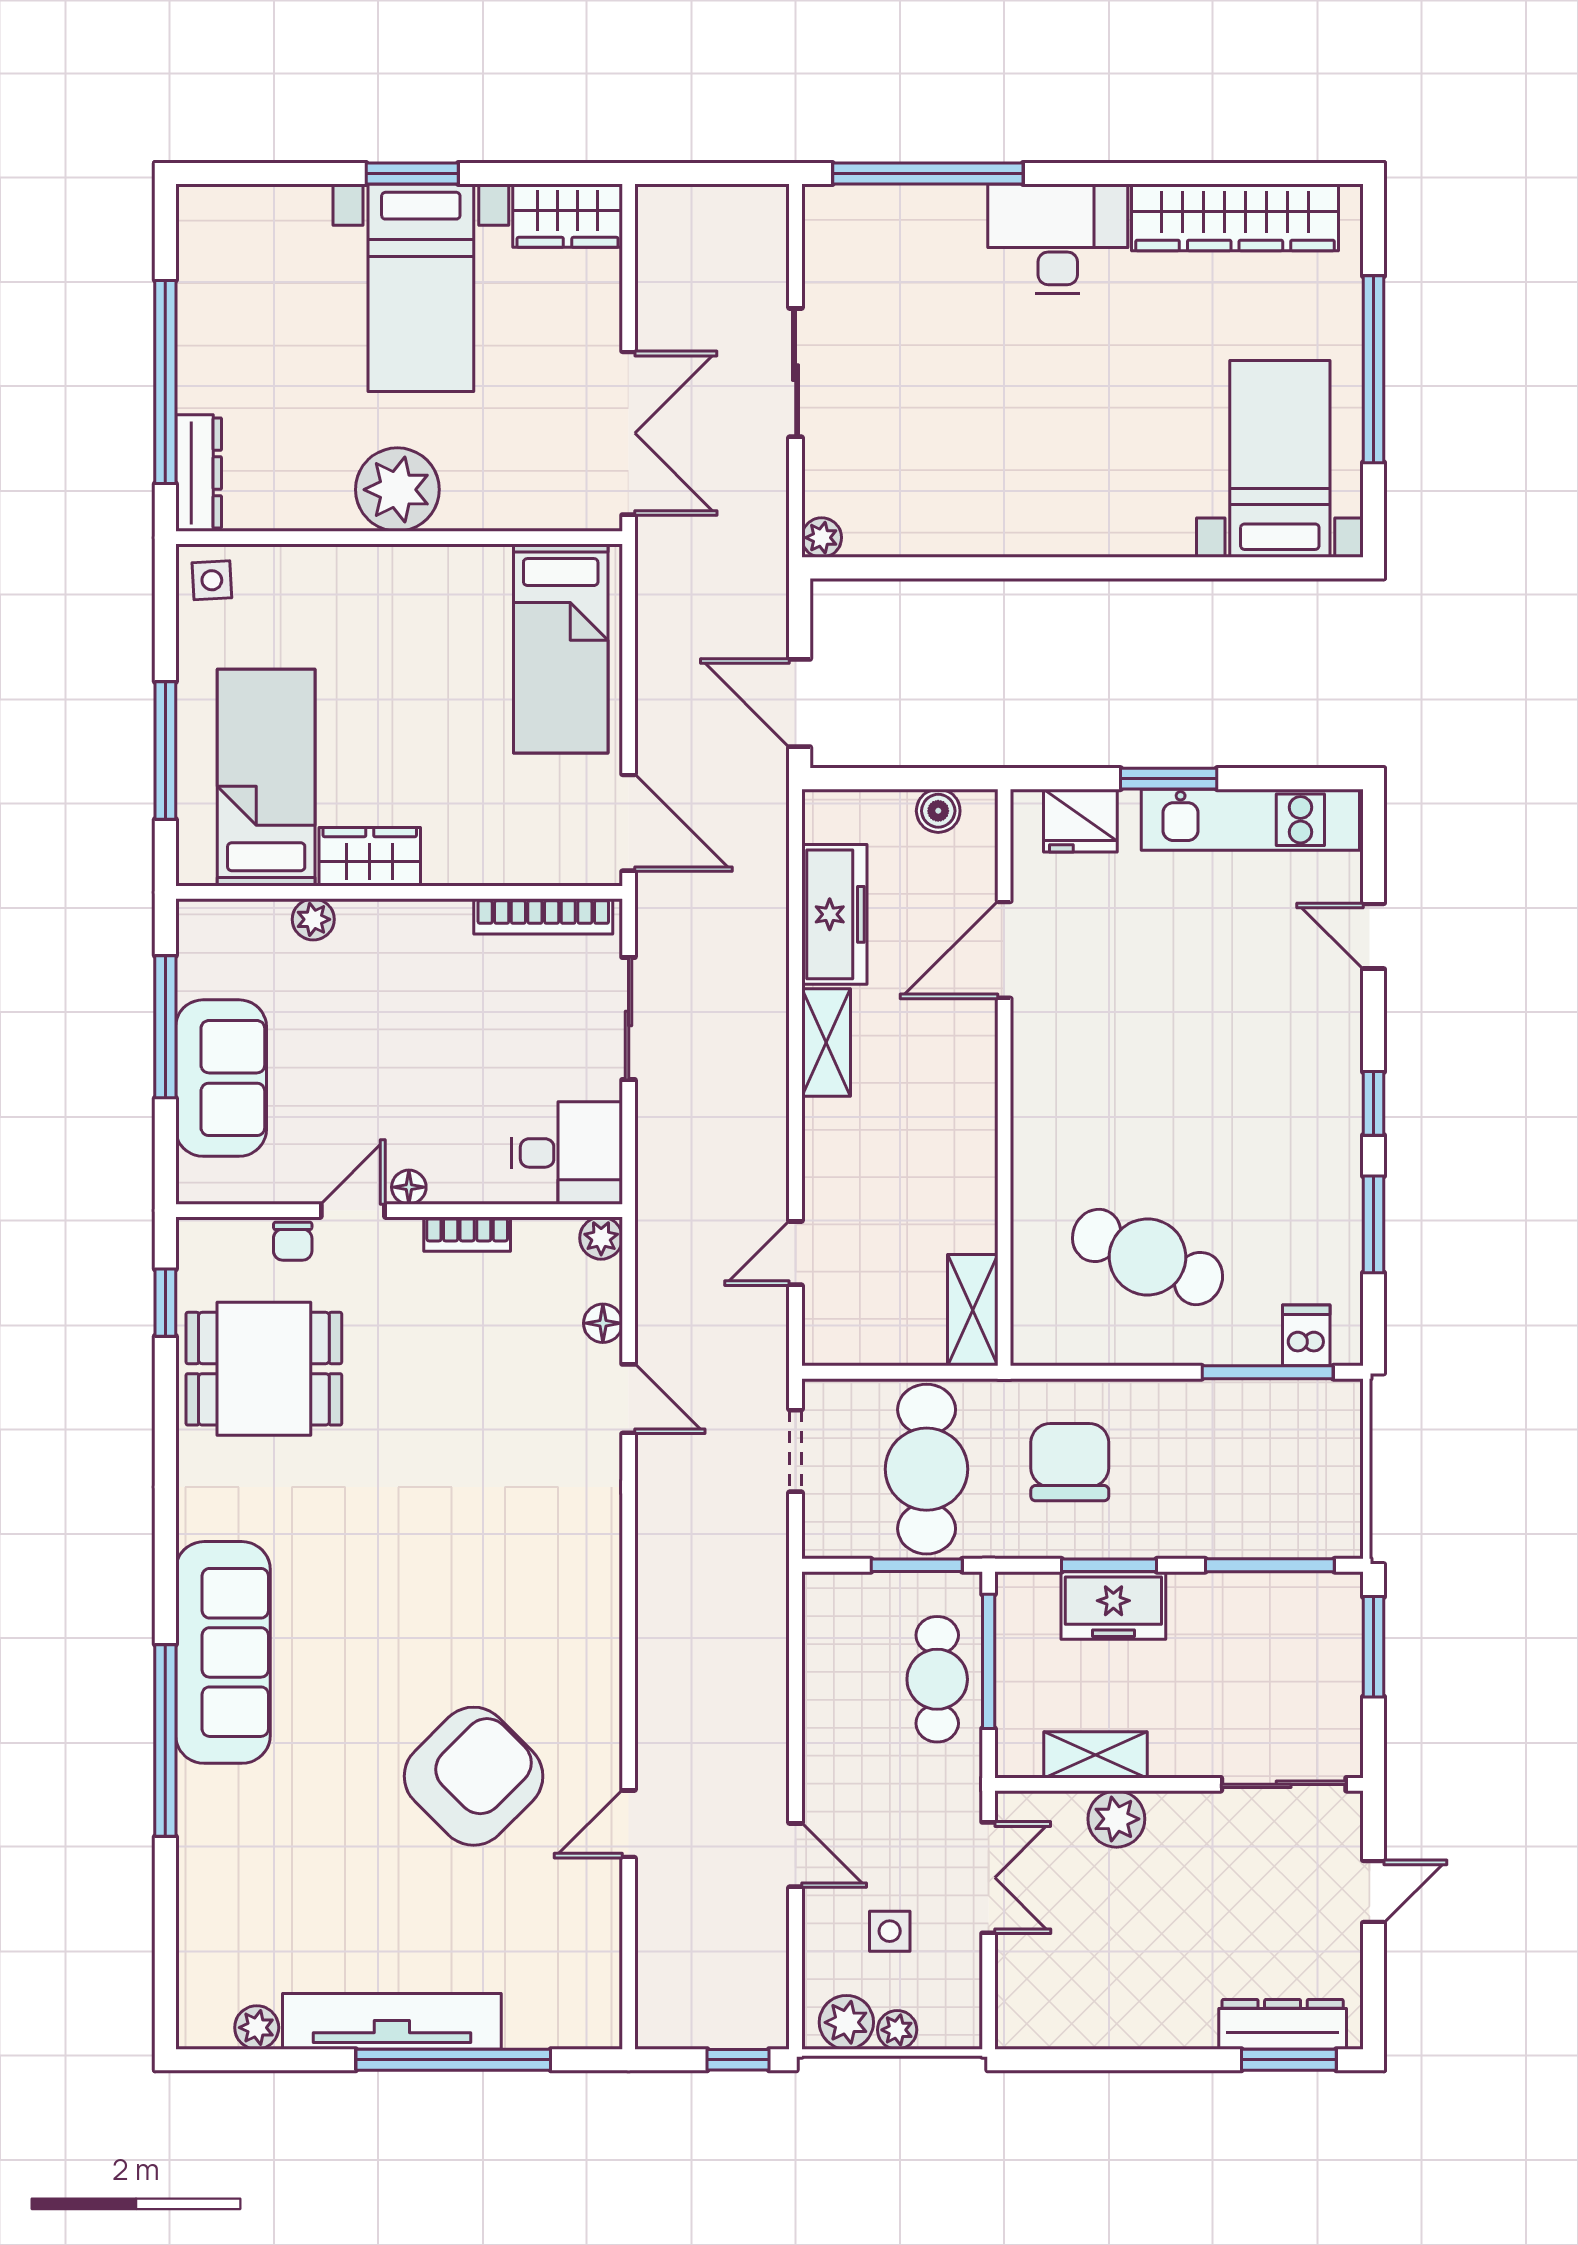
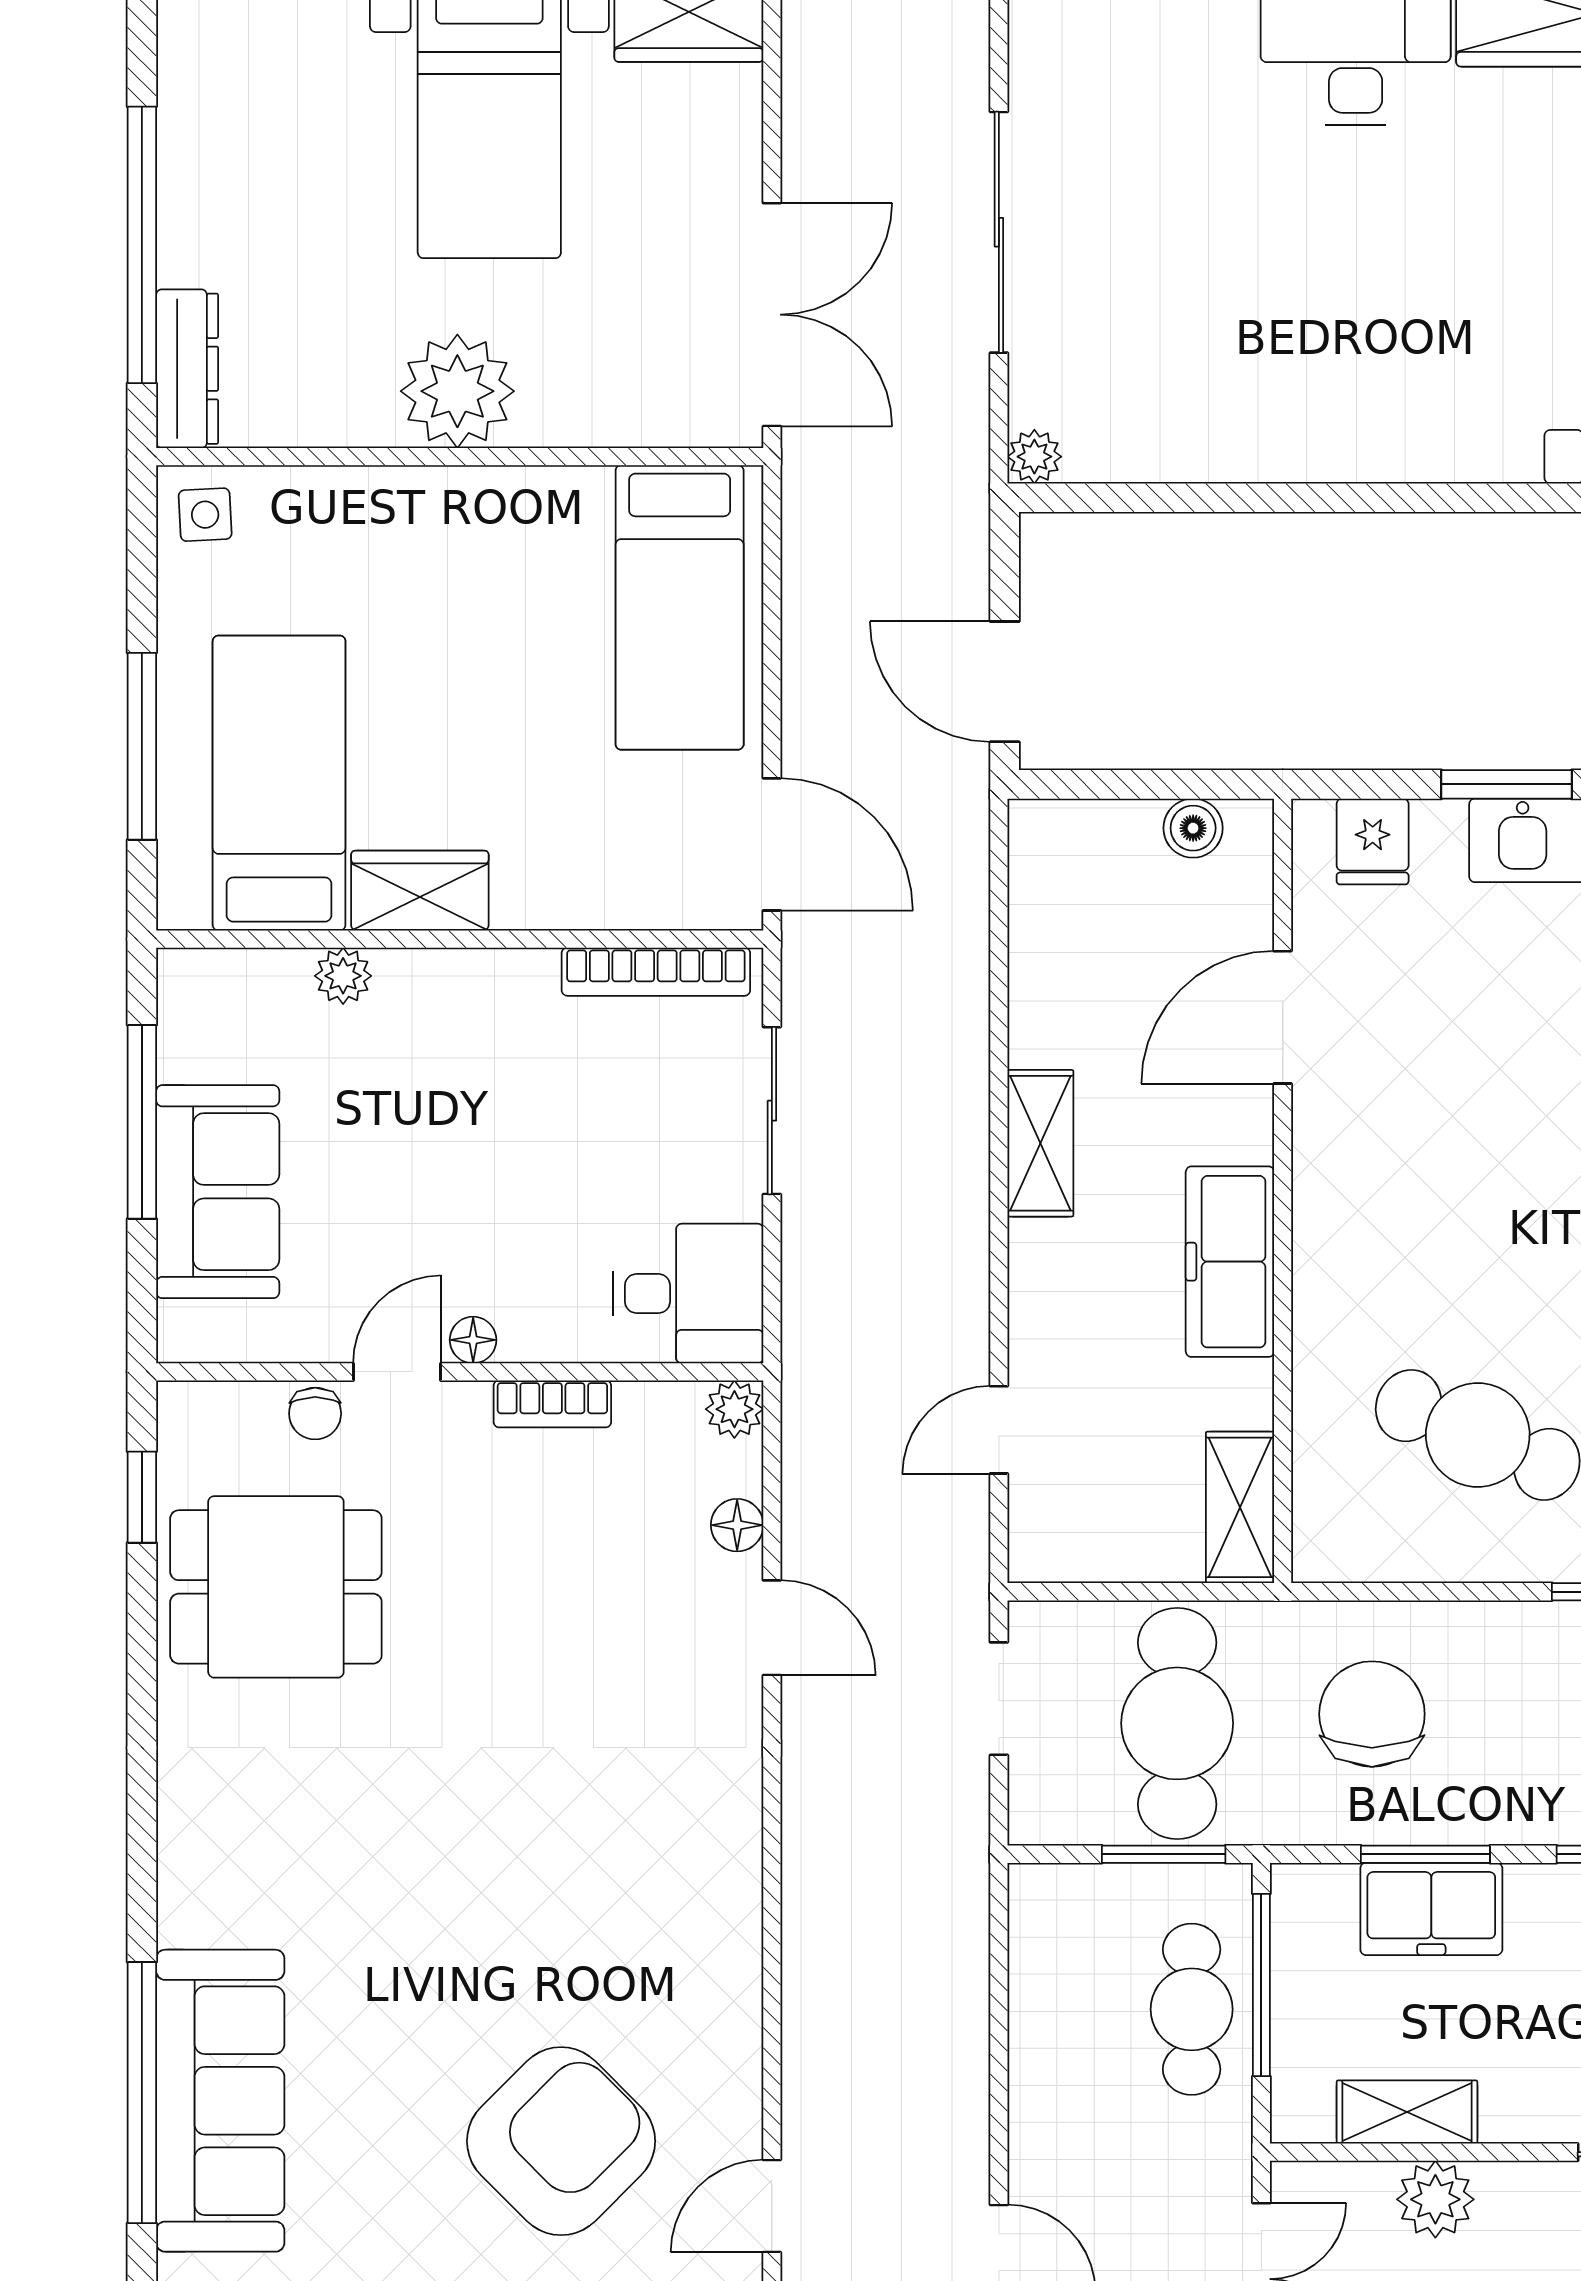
sliding door: (796, 373) -> (999, 232), width x1.37
fridge: (1080, 821) -> (1373, 842), width x0.72
freezer: (834, 914) -> (1230, 1262), moved, turned 180
sofa: (223, 1652) -> (220, 2101), moved

